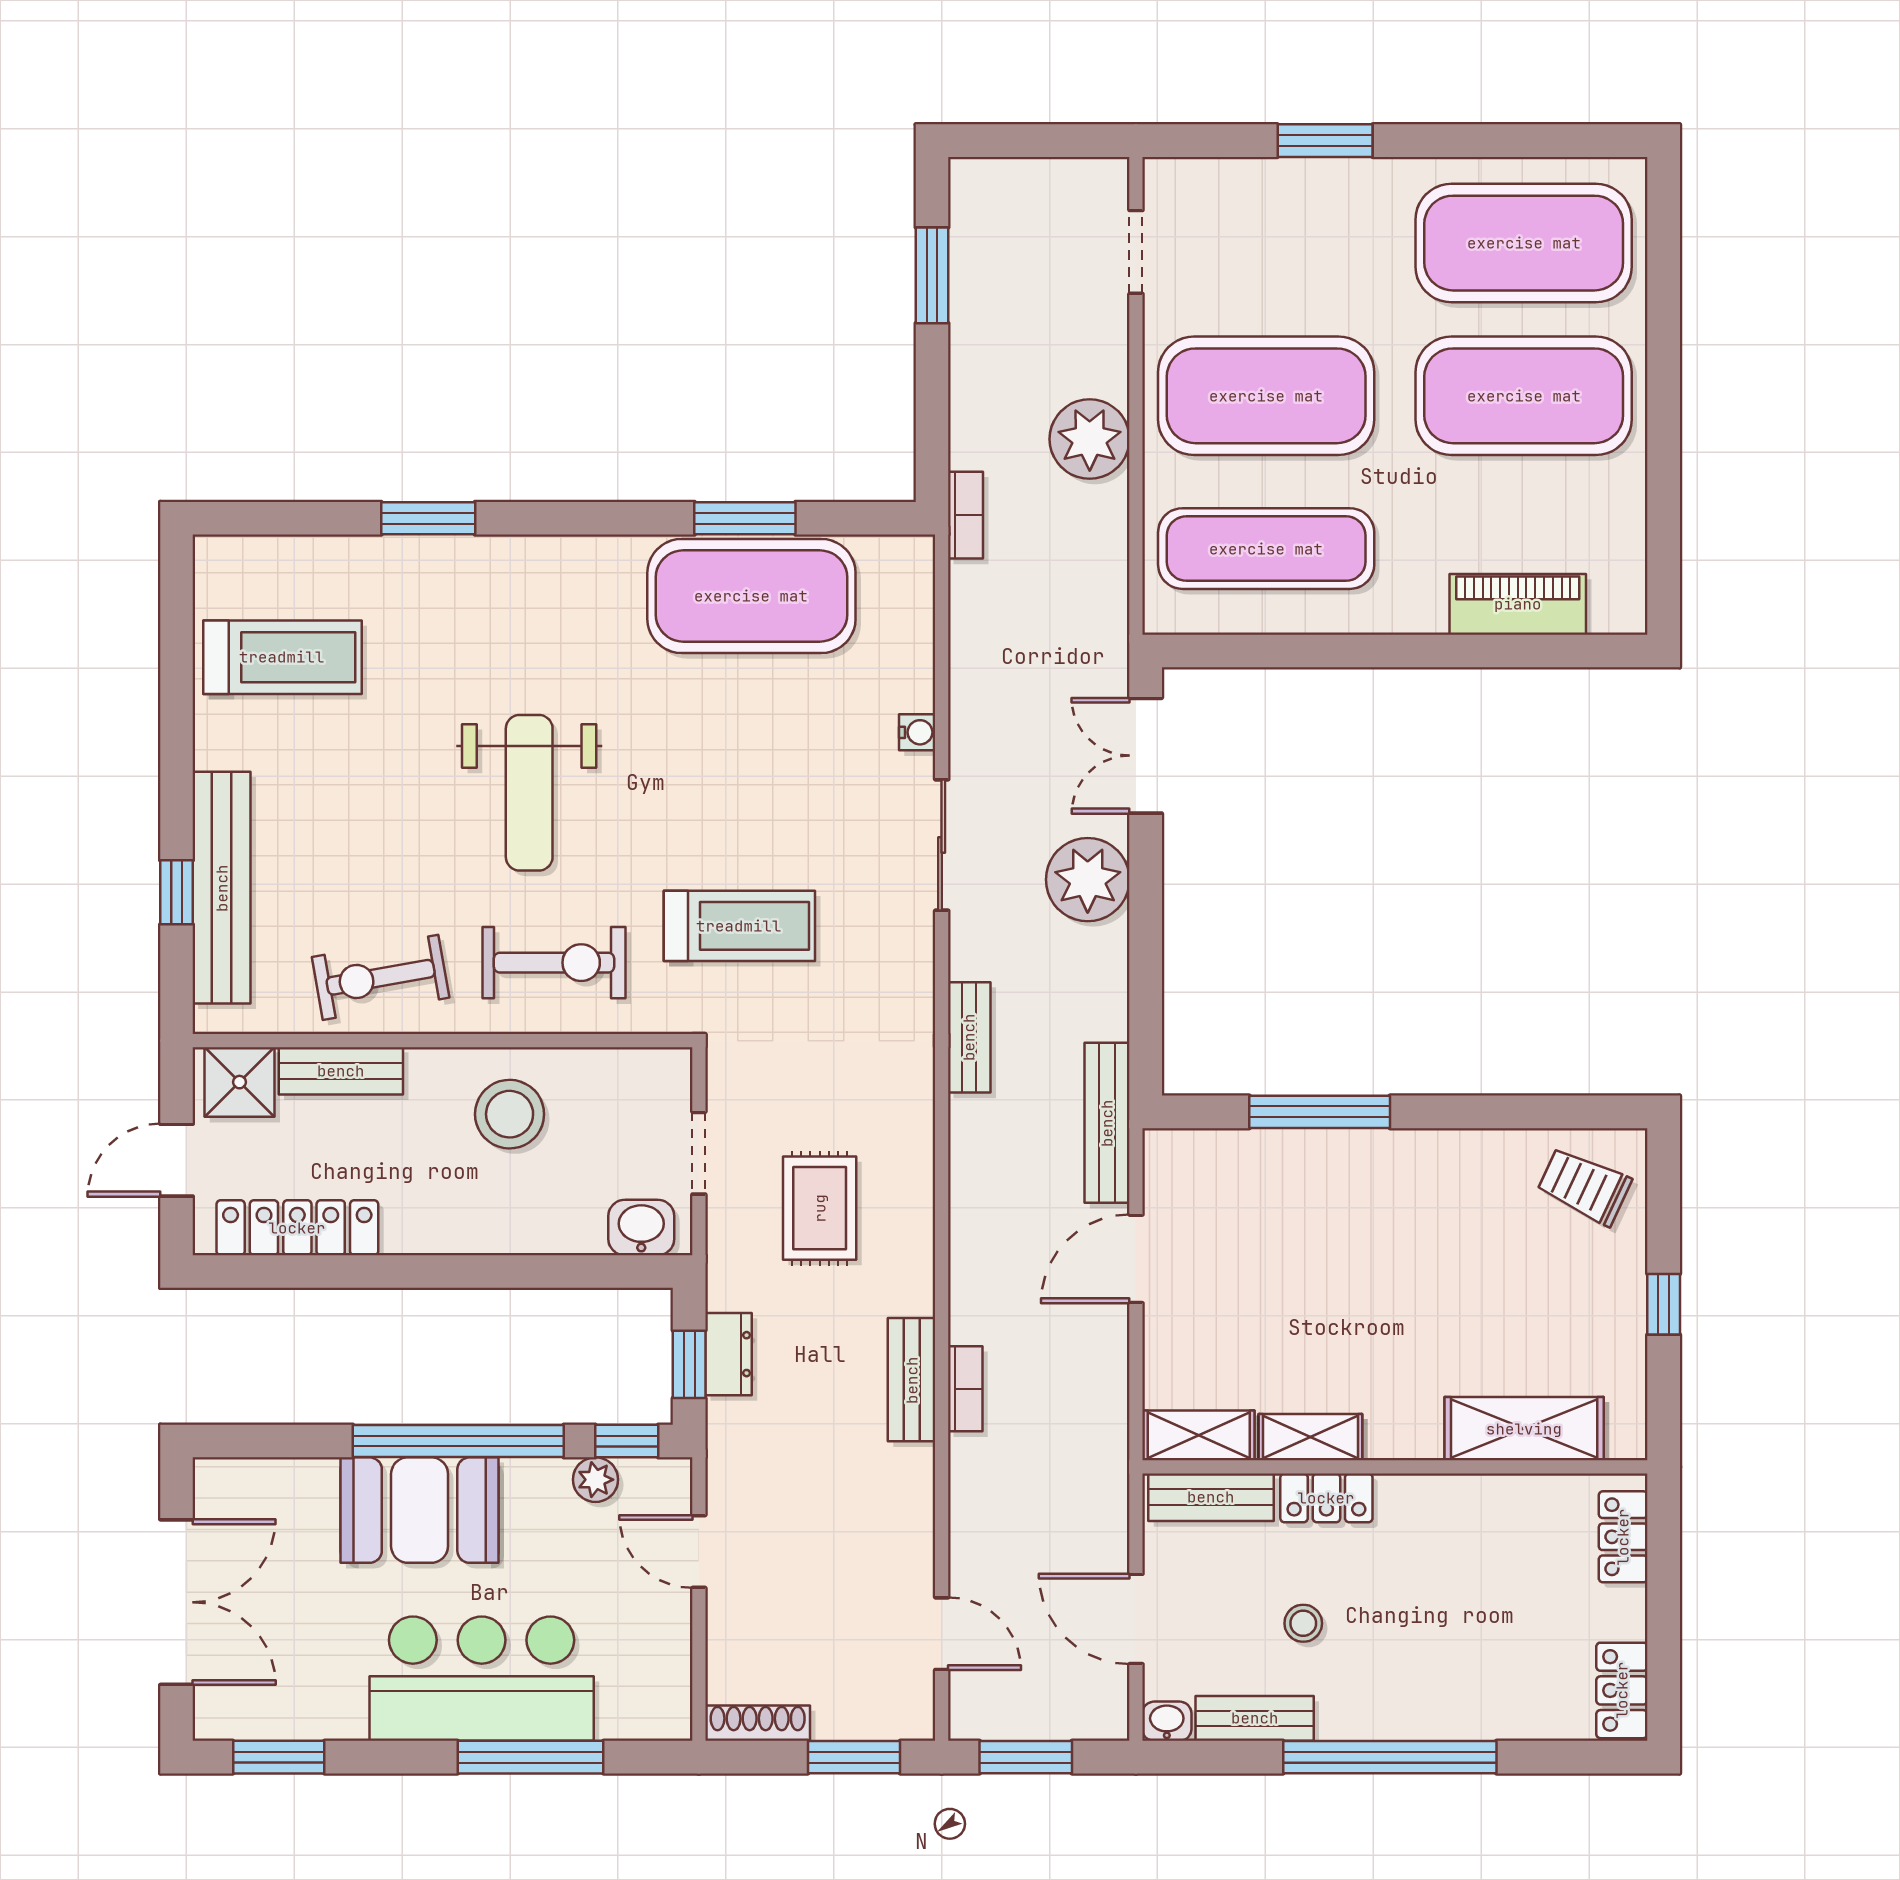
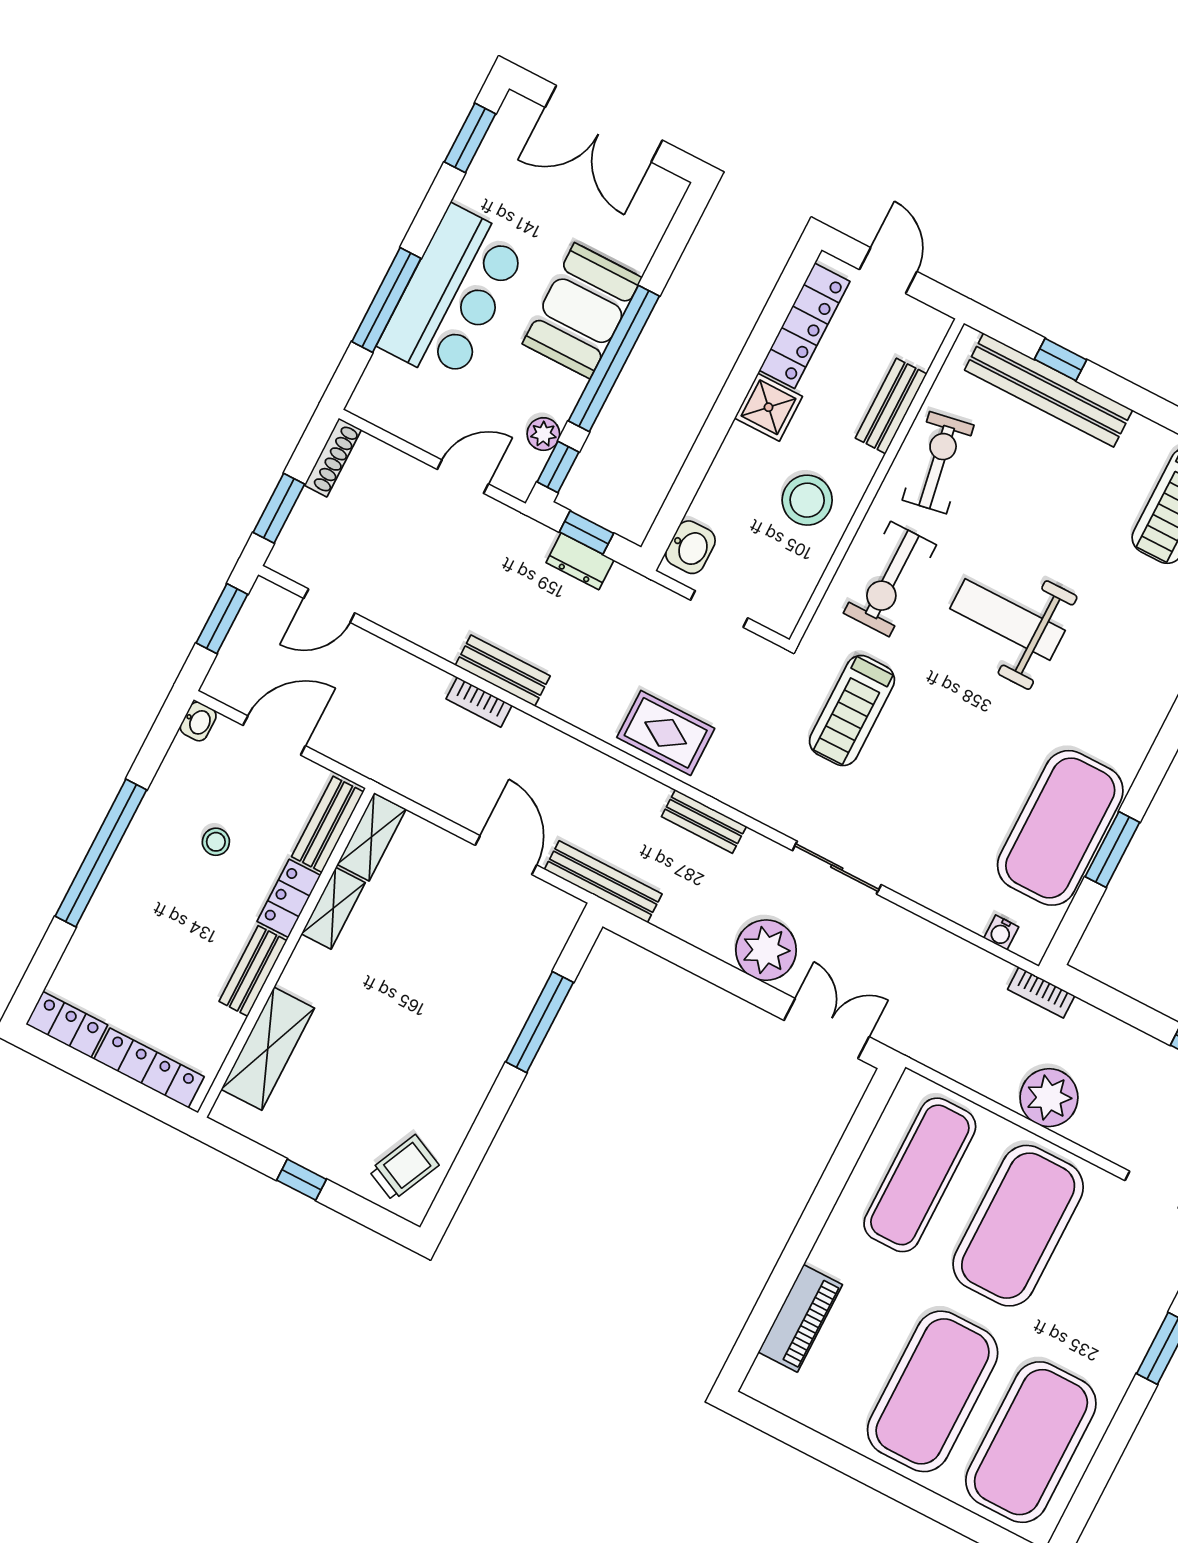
water cooler: (917, 732) -> (1001, 932), moved
shower: (239, 1082) -> (768, 407), moved
rug: (820, 1208) -> (666, 733), moved
locker: (1623, 1537) -> (149, 1068), width x1.53
bench: (1255, 1718) -> (253, 971), moved

